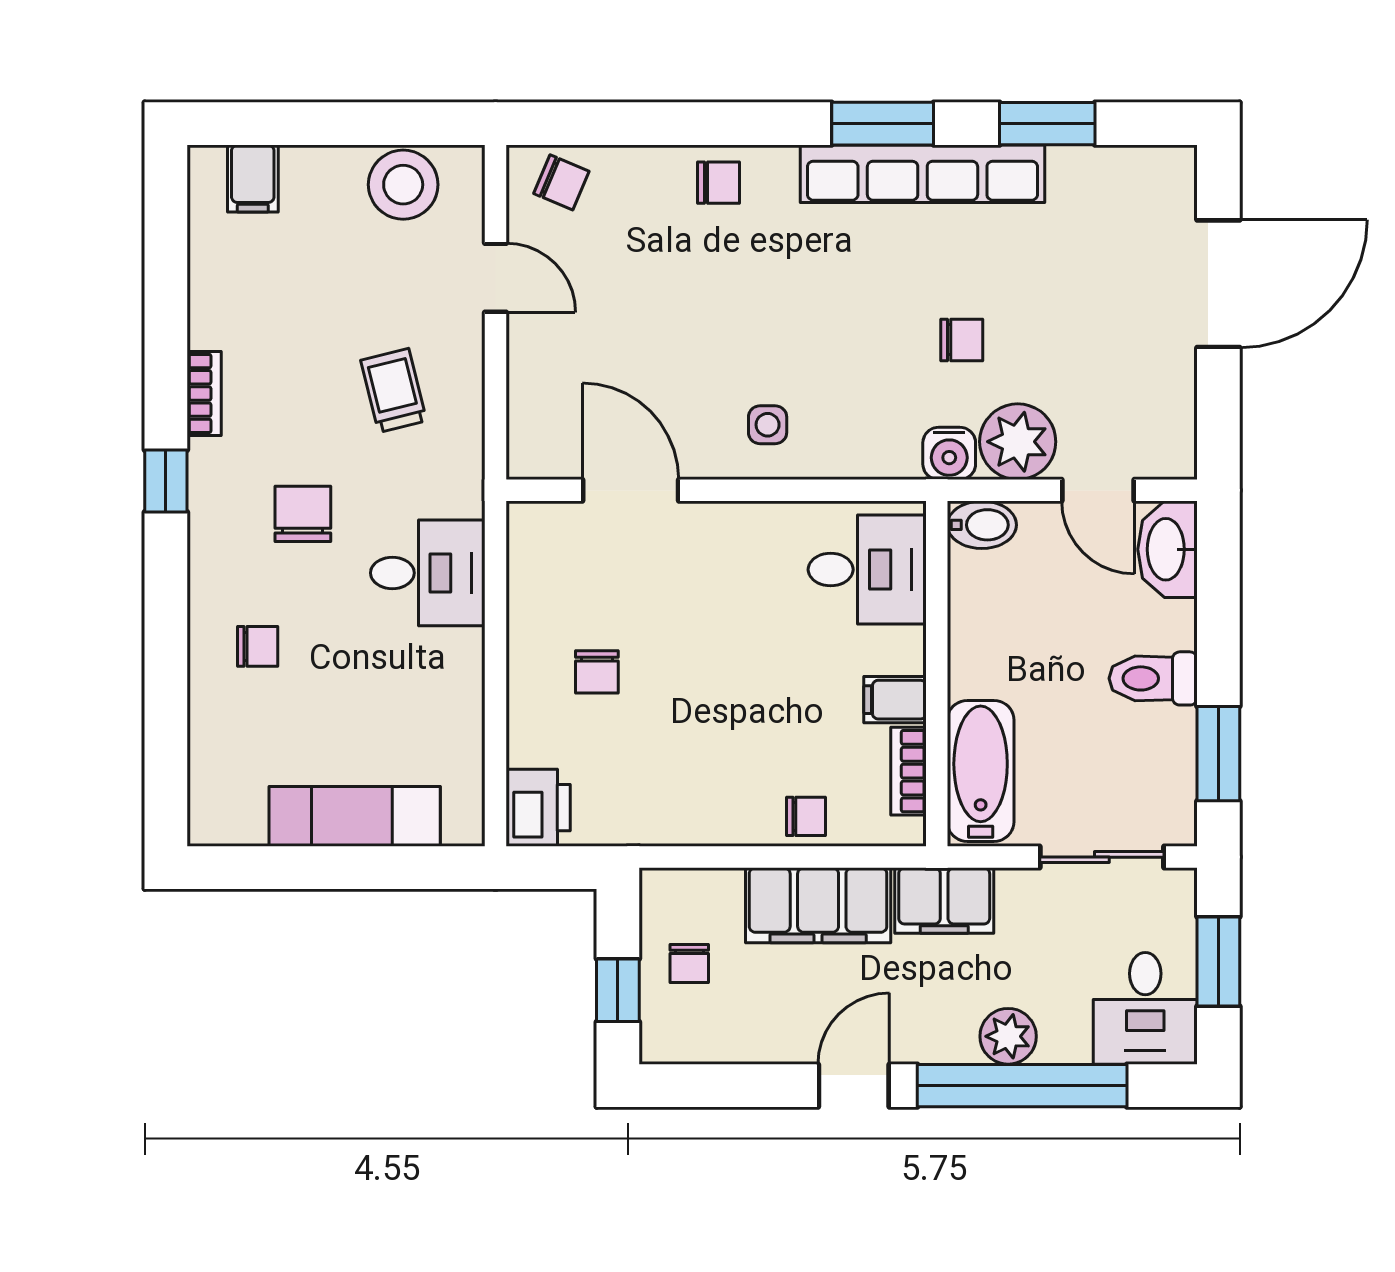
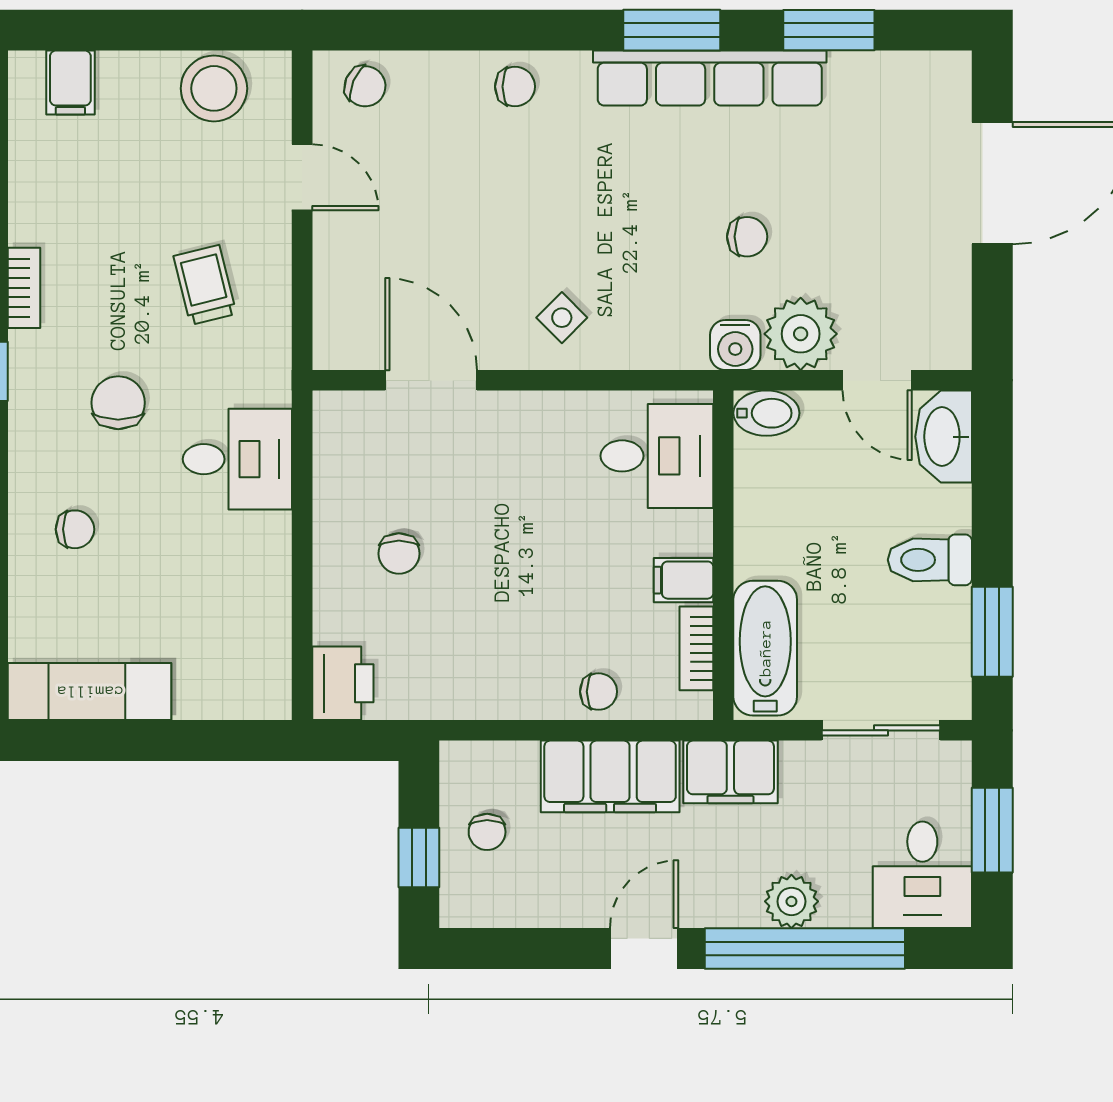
side table: (768, 425) -> (562, 318), turned 45
exam couch: (355, 816) -> (89, 692), moved

